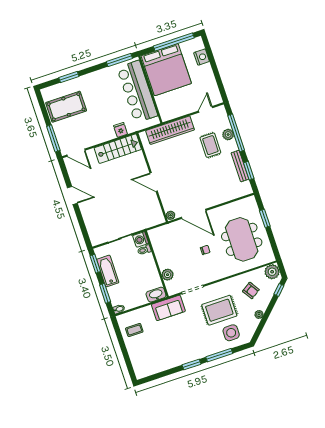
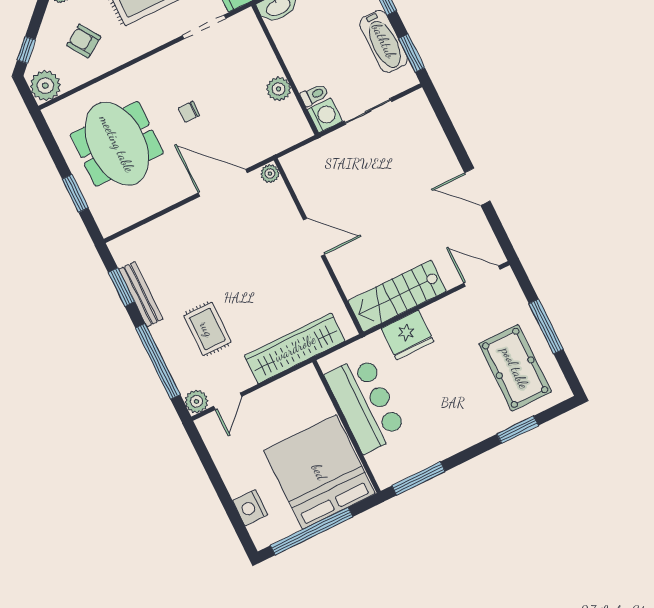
bar counter: (137, 92) -> (366, 404), width x0.73
pool table: (66, 107) -> (515, 368), turned 90
fridge: (121, 130) -> (407, 335), width x1.88, depth x1.34
plant: (228, 135) -> (196, 401), moved
window: (53, 138) -> (546, 326), moved
plant: (168, 275) -> (279, 89), moved

